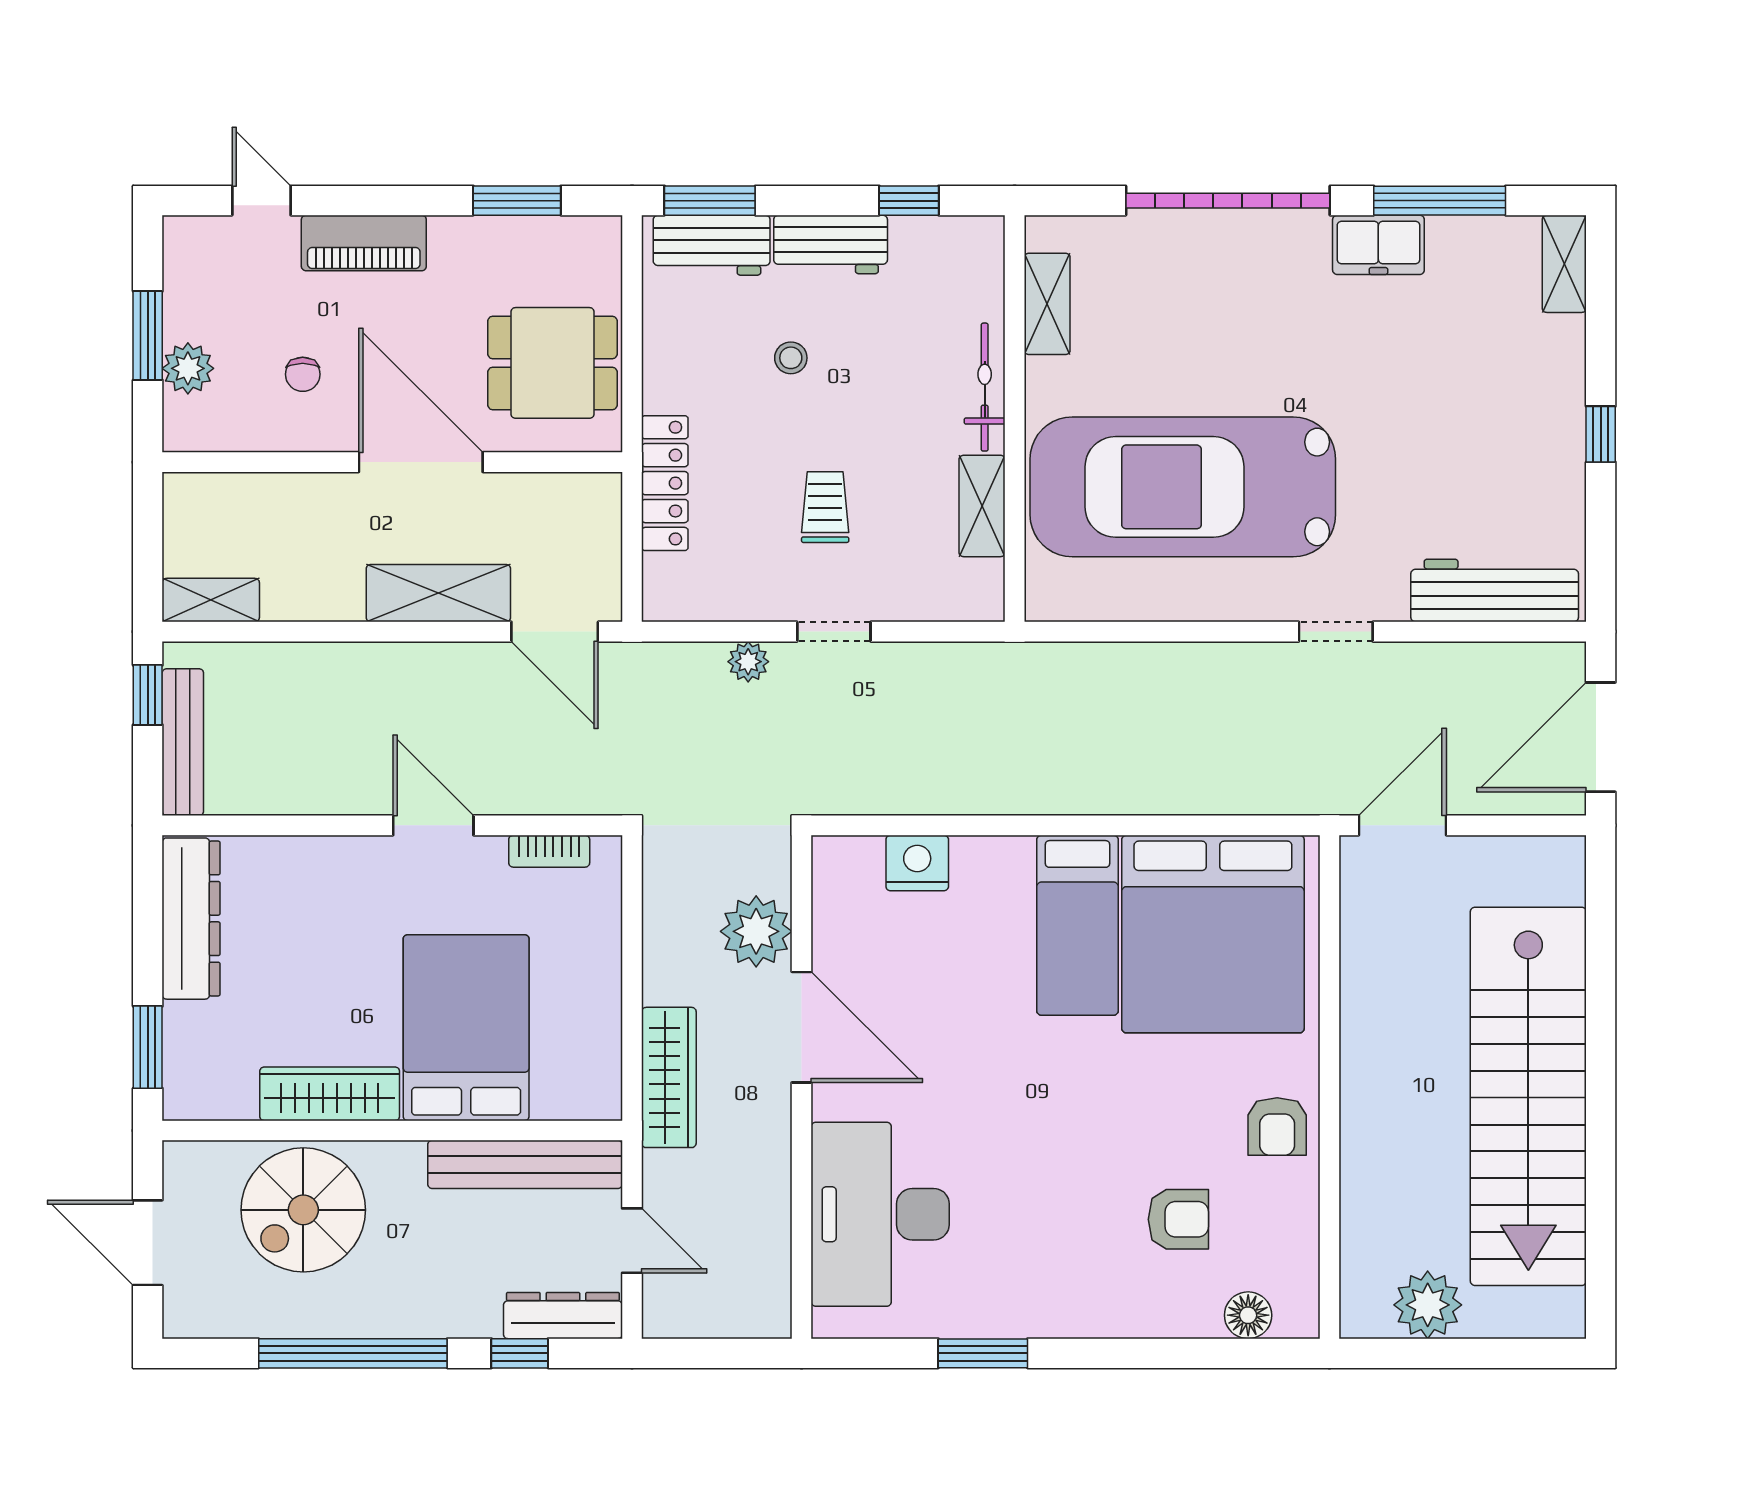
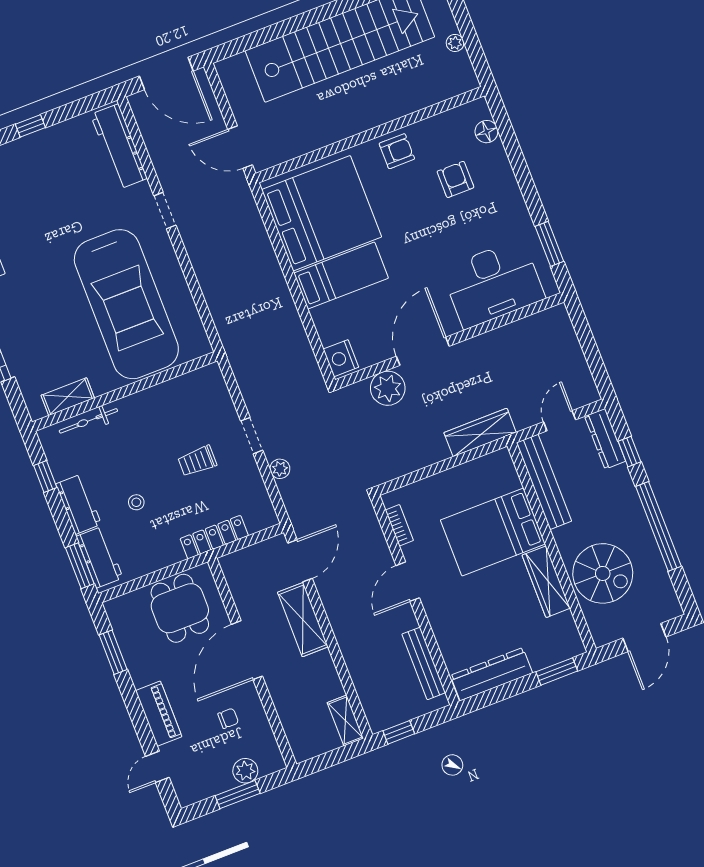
bicycle: (985, 387) -> (88, 421), moved
shelving: (982, 506) -> (170, 391), removed
bench: (183, 742) -> (424, 663), moved, turned 90
plant: (756, 931) -> (388, 388), moved
door: (802, 1027) -> (423, 351), moved
wall: (802, 1087) -> (450, 341), moved
desk: (880, 1214) -> (493, 284), moved
plant: (1428, 1305) -> (455, 43), width x0.53, depth x0.53

